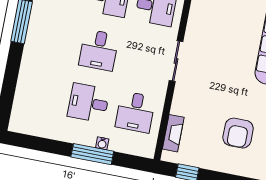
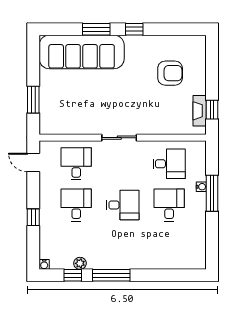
desk: (89, 103) -> (169, 205), turned 180
fireplace: (173, 133) -> (200, 111), moved, turned -90

